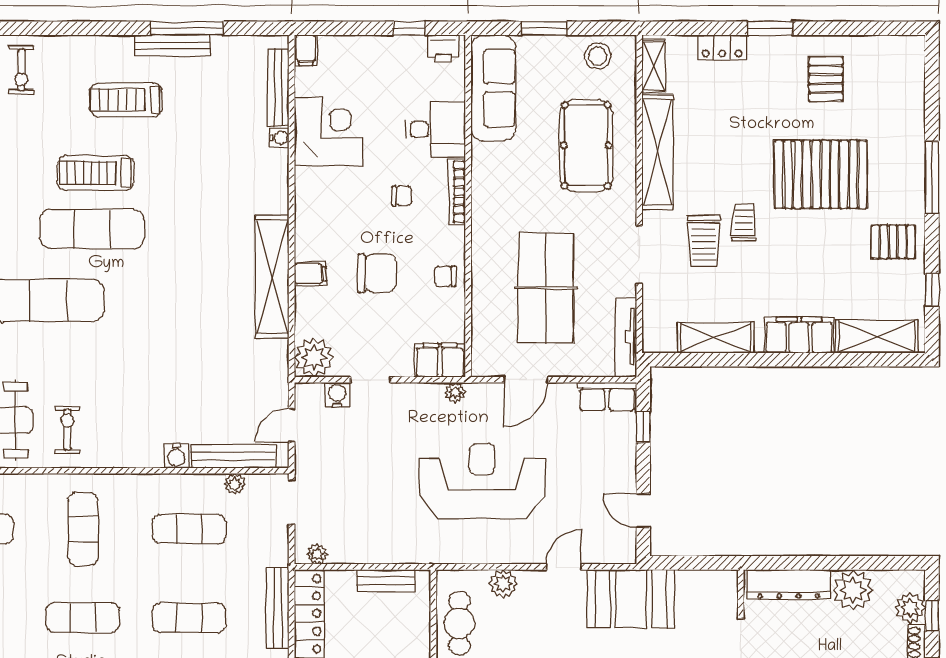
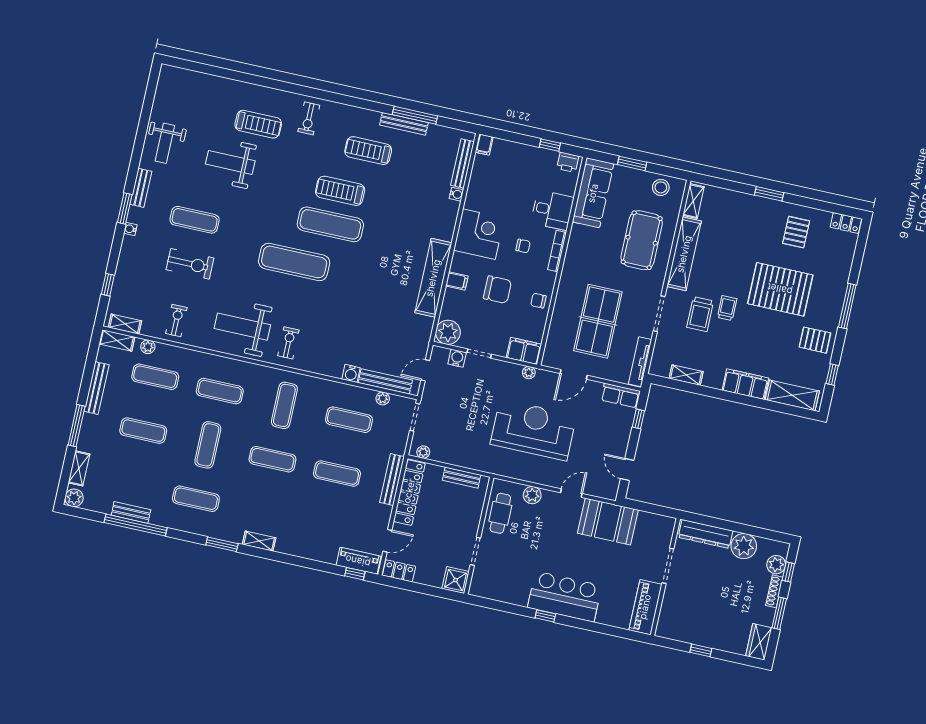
locker: (722, 47) -> (846, 223), moved
corner desk: (329, 131) -> (479, 234), moved
shelving: (716, 338) -> (686, 375), width x0.67, depth x0.75

